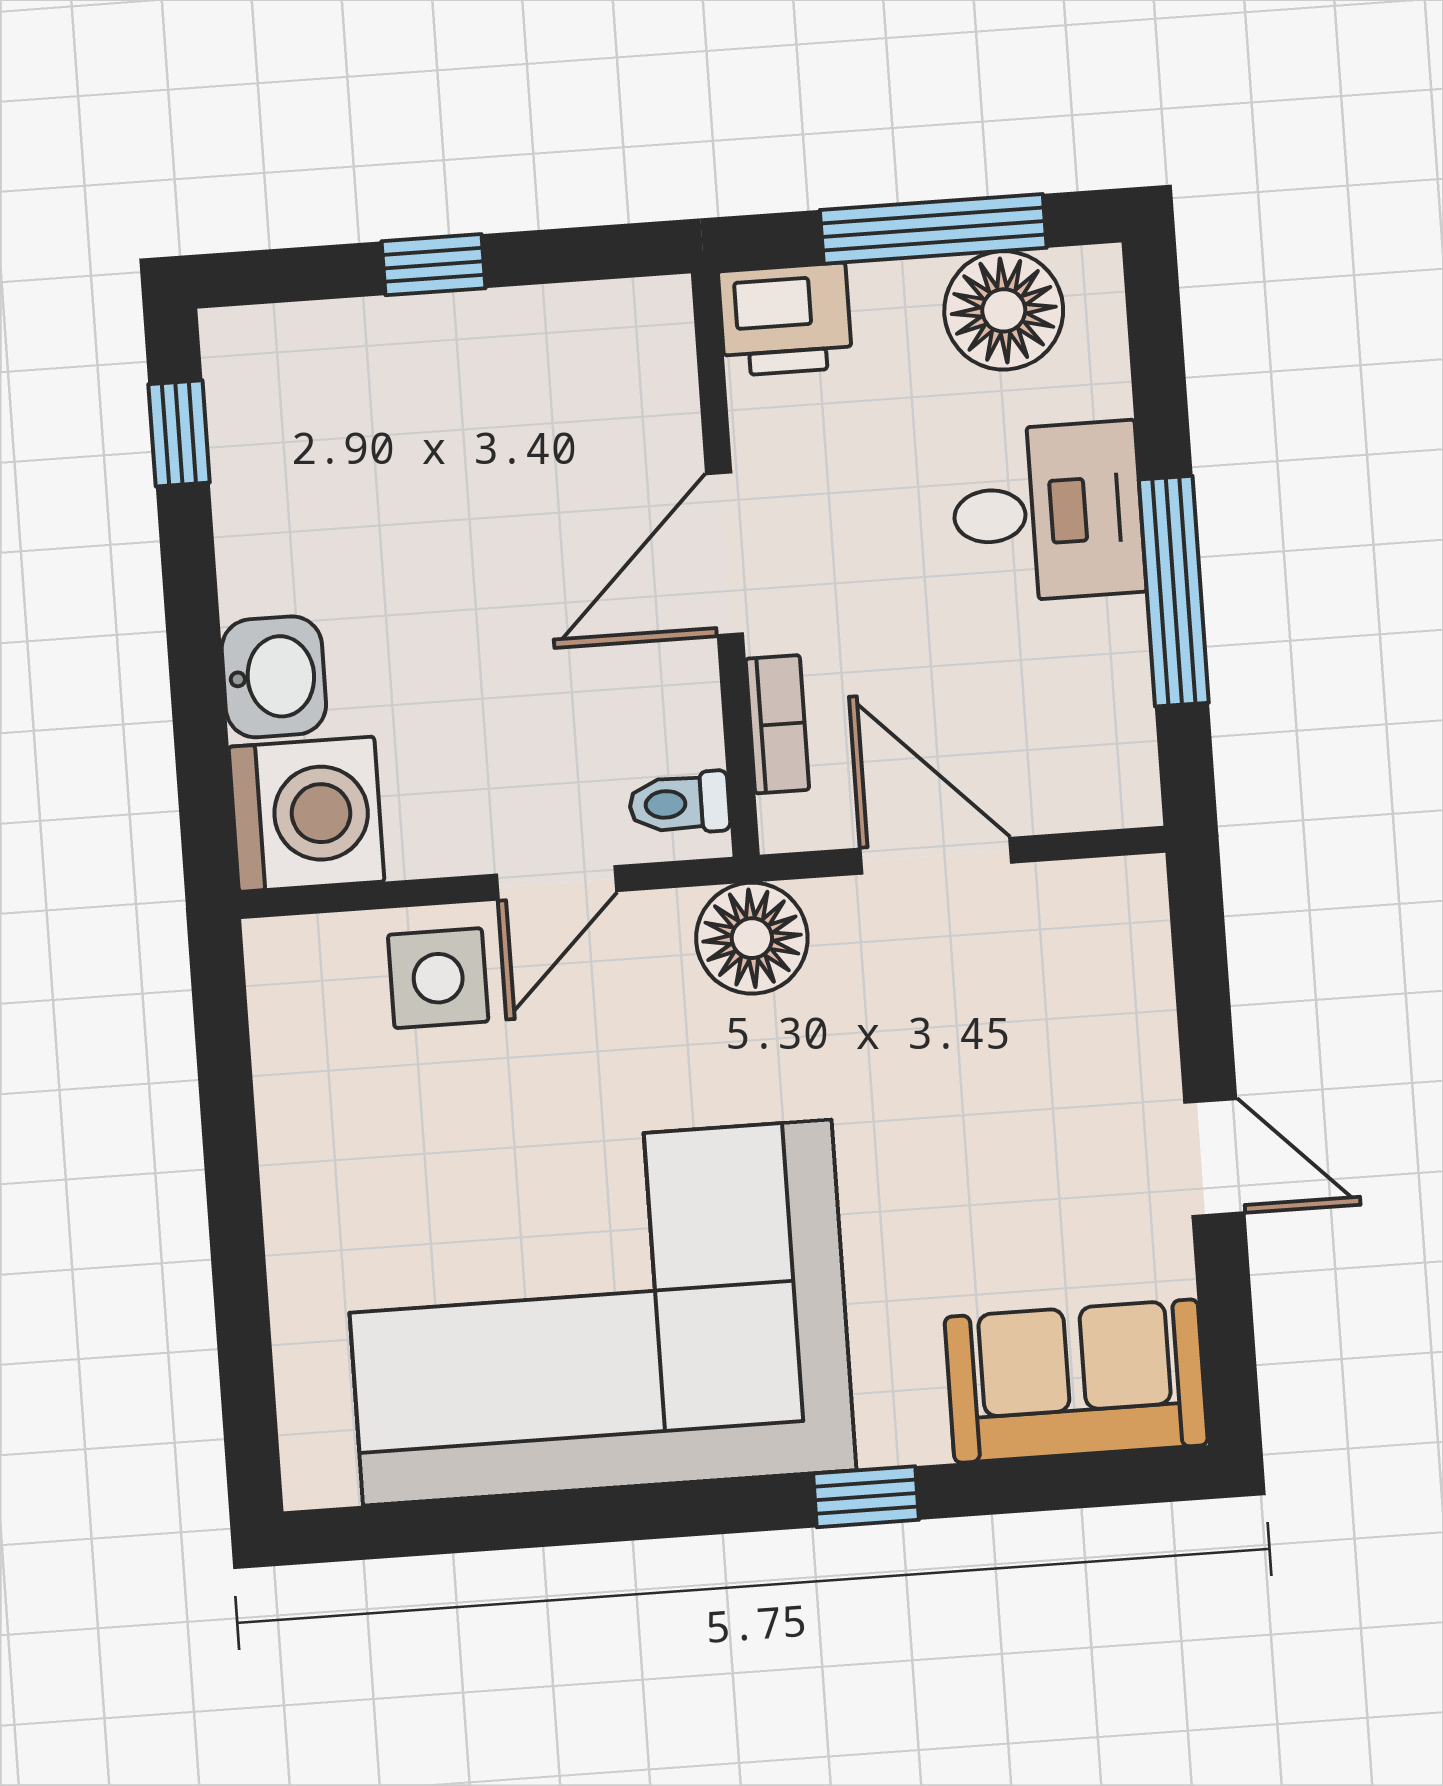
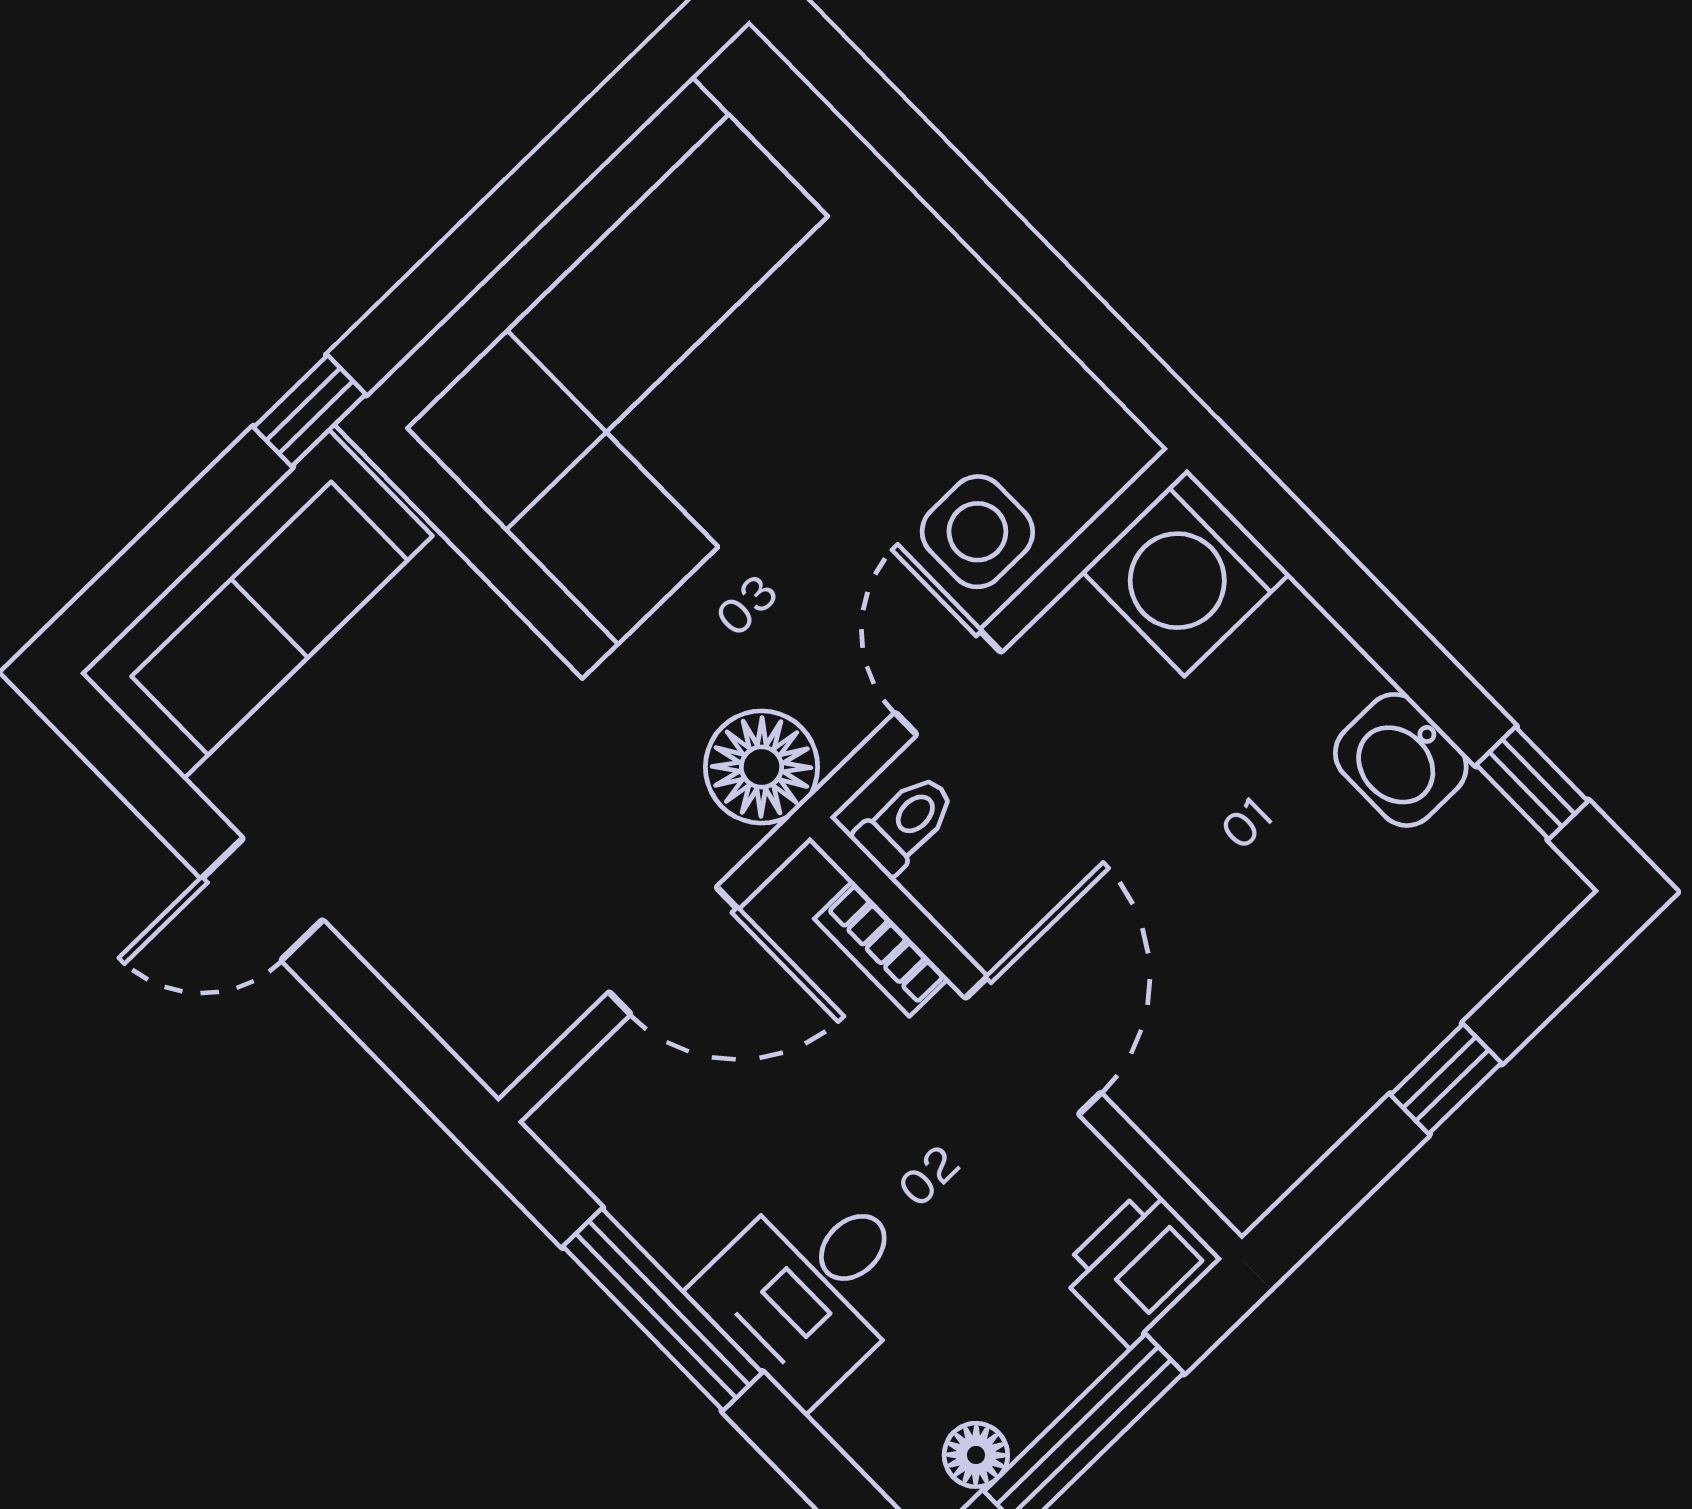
floor lamp: (1004, 310) -> (976, 1455), width x0.53, depth x0.53
washbasin: (274, 677) -> (1401, 760), moved
sofa: (1076, 1381) -> (256, 605), width x1.36

